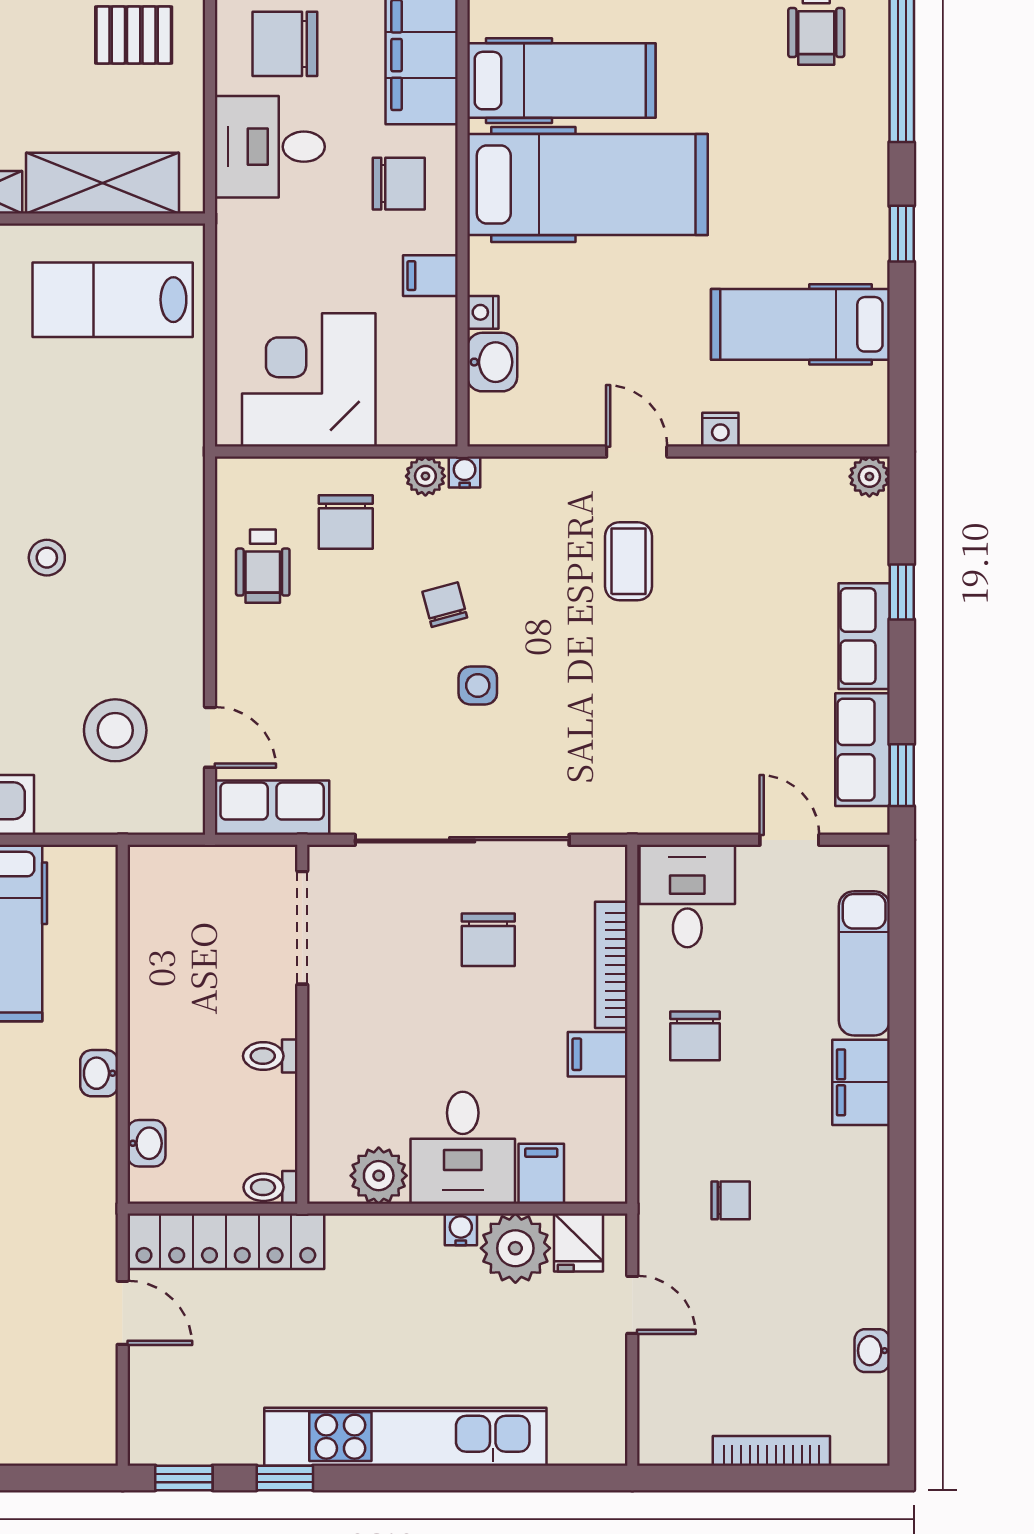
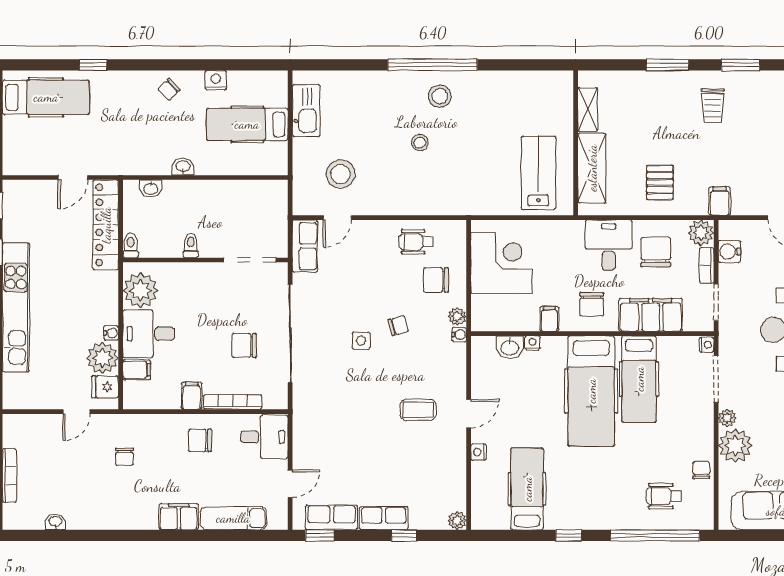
plant: (379, 1176) -> (141, 290), width x1.36, depth x1.36

